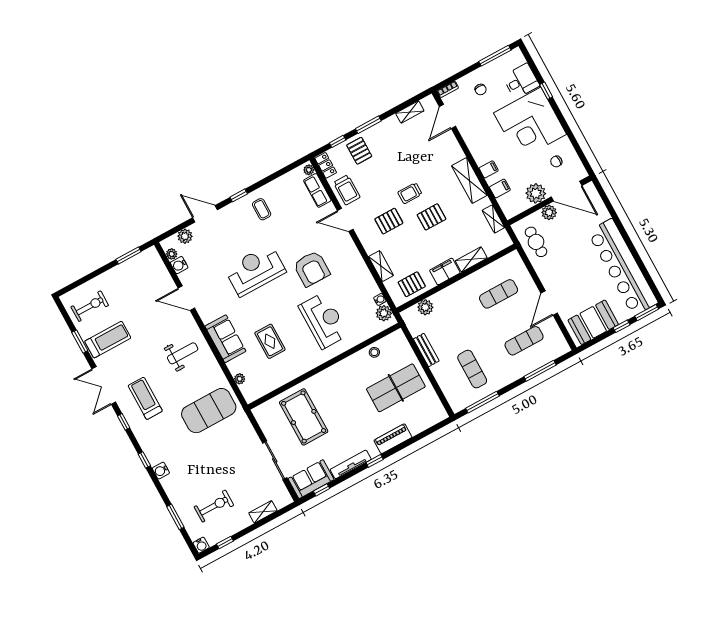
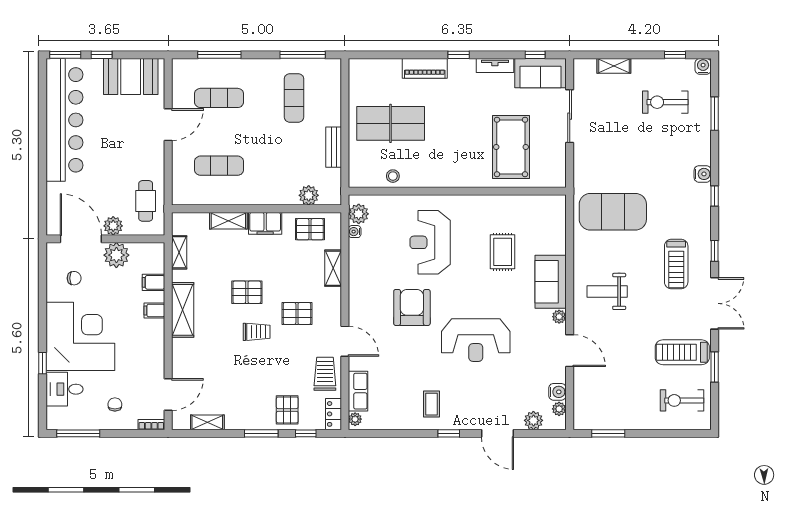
plant: (240, 379) -> (559, 317), moved
tv unit: (351, 464) -> (495, 65), width x0.71

